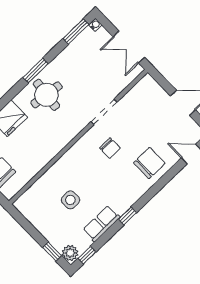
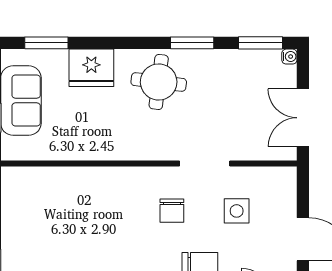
window: (36, 71) -> (192, 43), moved
side table: (70, 200) -> (237, 211), moved

